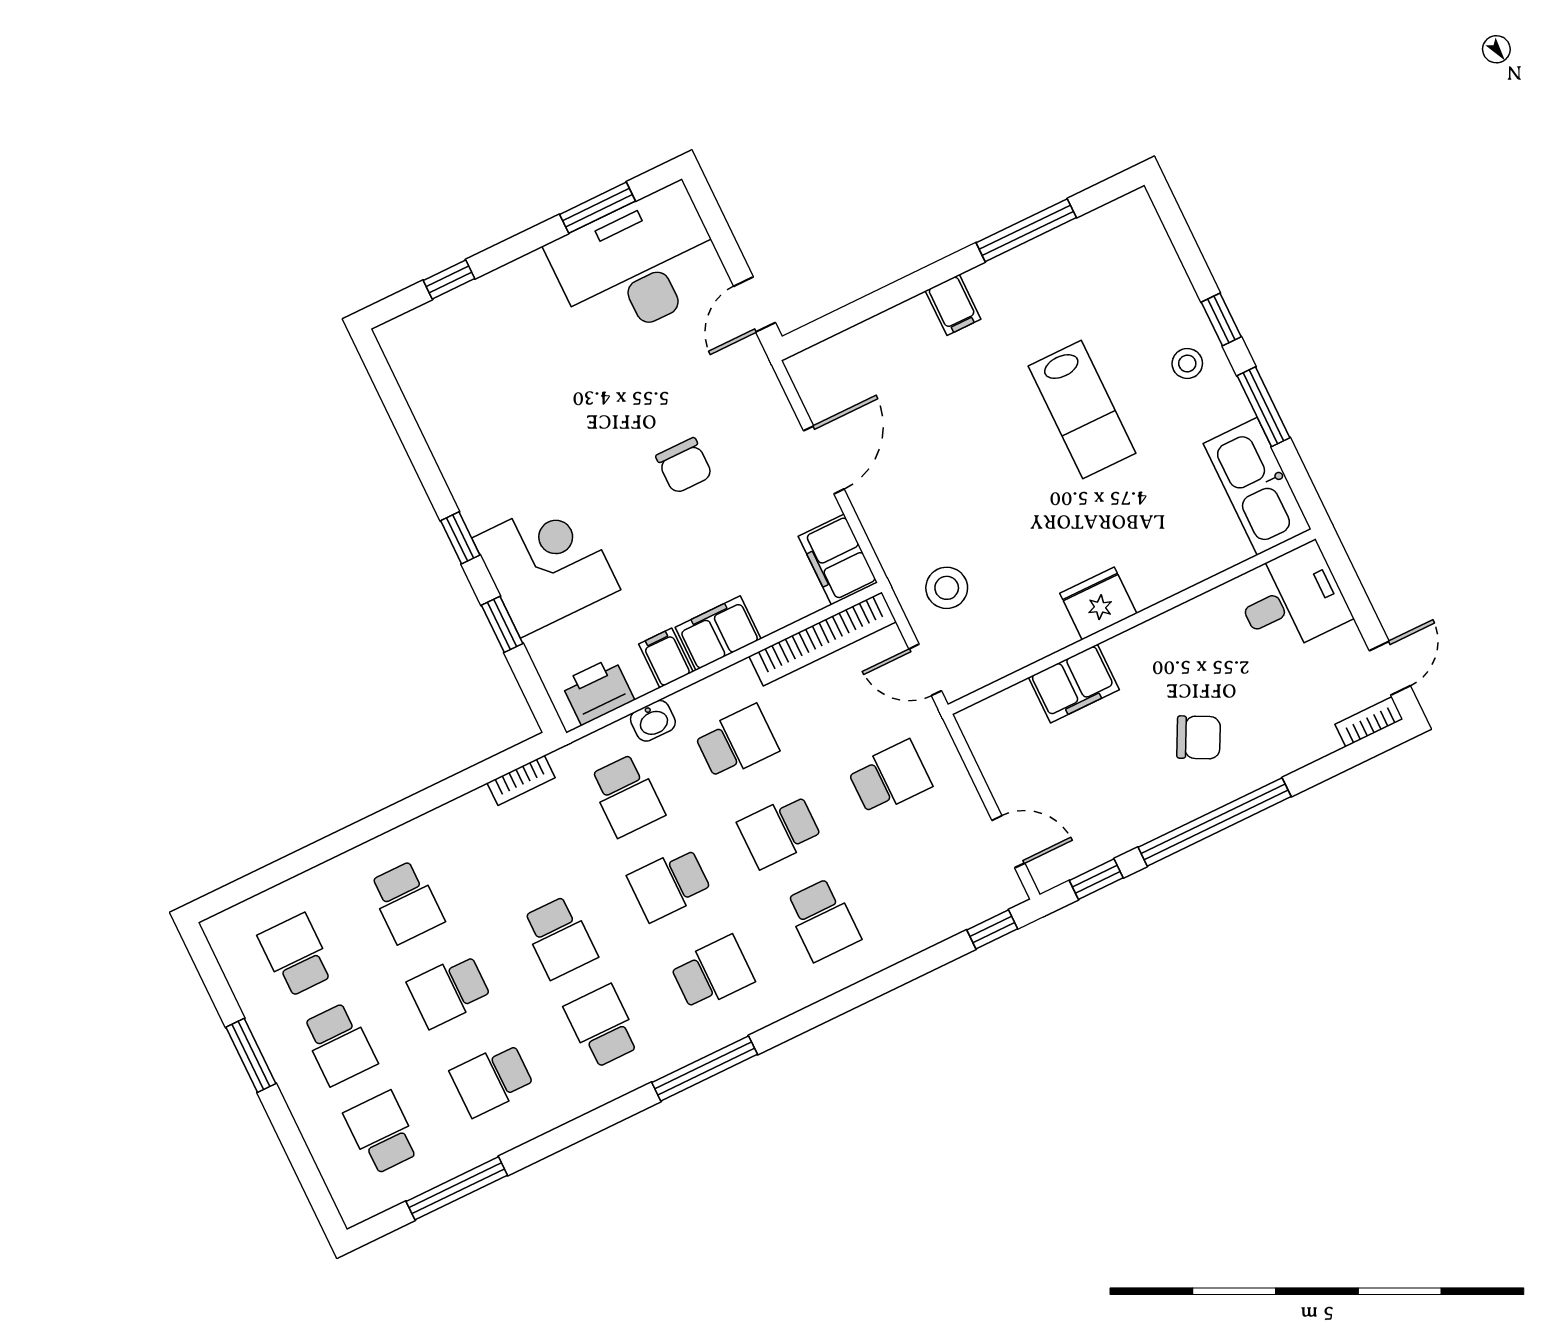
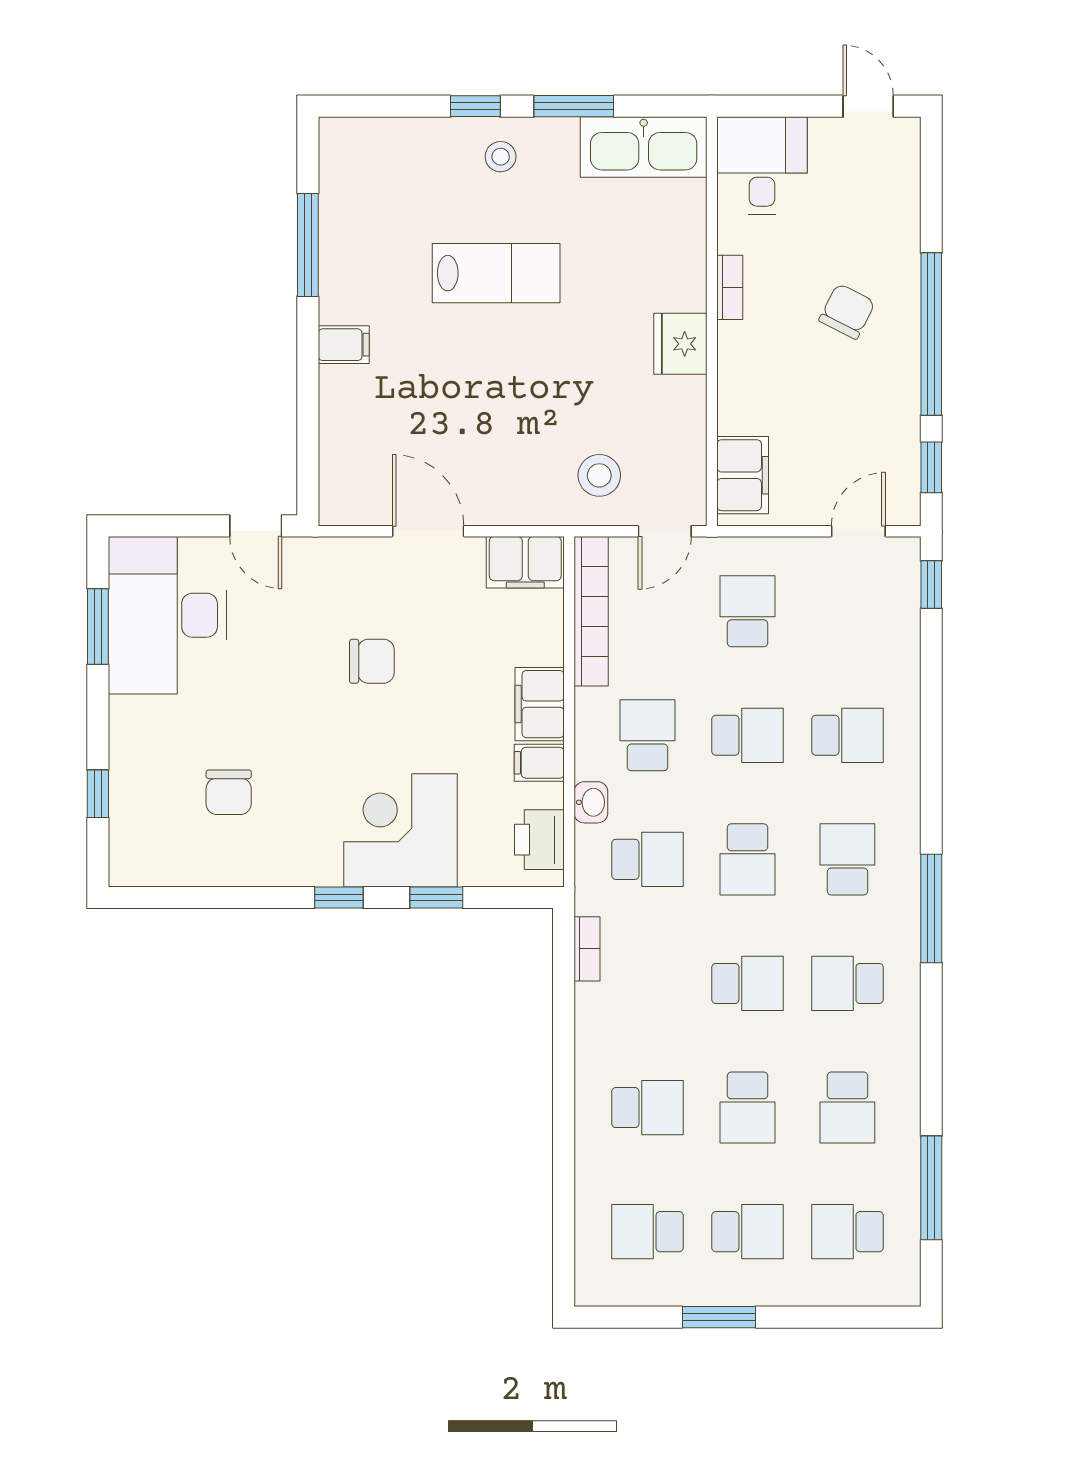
chair: (506, 395) -> (229, 792), added
filing cabinet: (1074, 683) -> (743, 475), moved
bookcase: (1369, 722) -> (730, 287), moved, turned 180
school desk: (780, 831) -> (747, 735), turned -90

